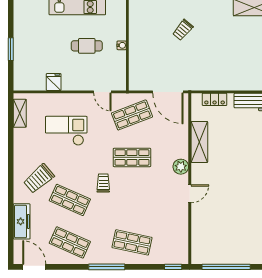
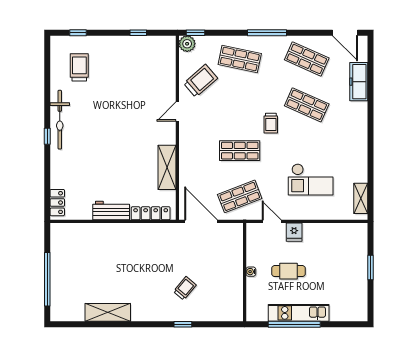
fridge: (54, 82) -> (294, 232), moved
locker: (215, 99) -> (151, 213), width x1.53
plant: (181, 167) -> (187, 44), moved
trolley: (39, 179) -> (201, 81), moved
window: (226, 267) -> (138, 33), width x0.32

